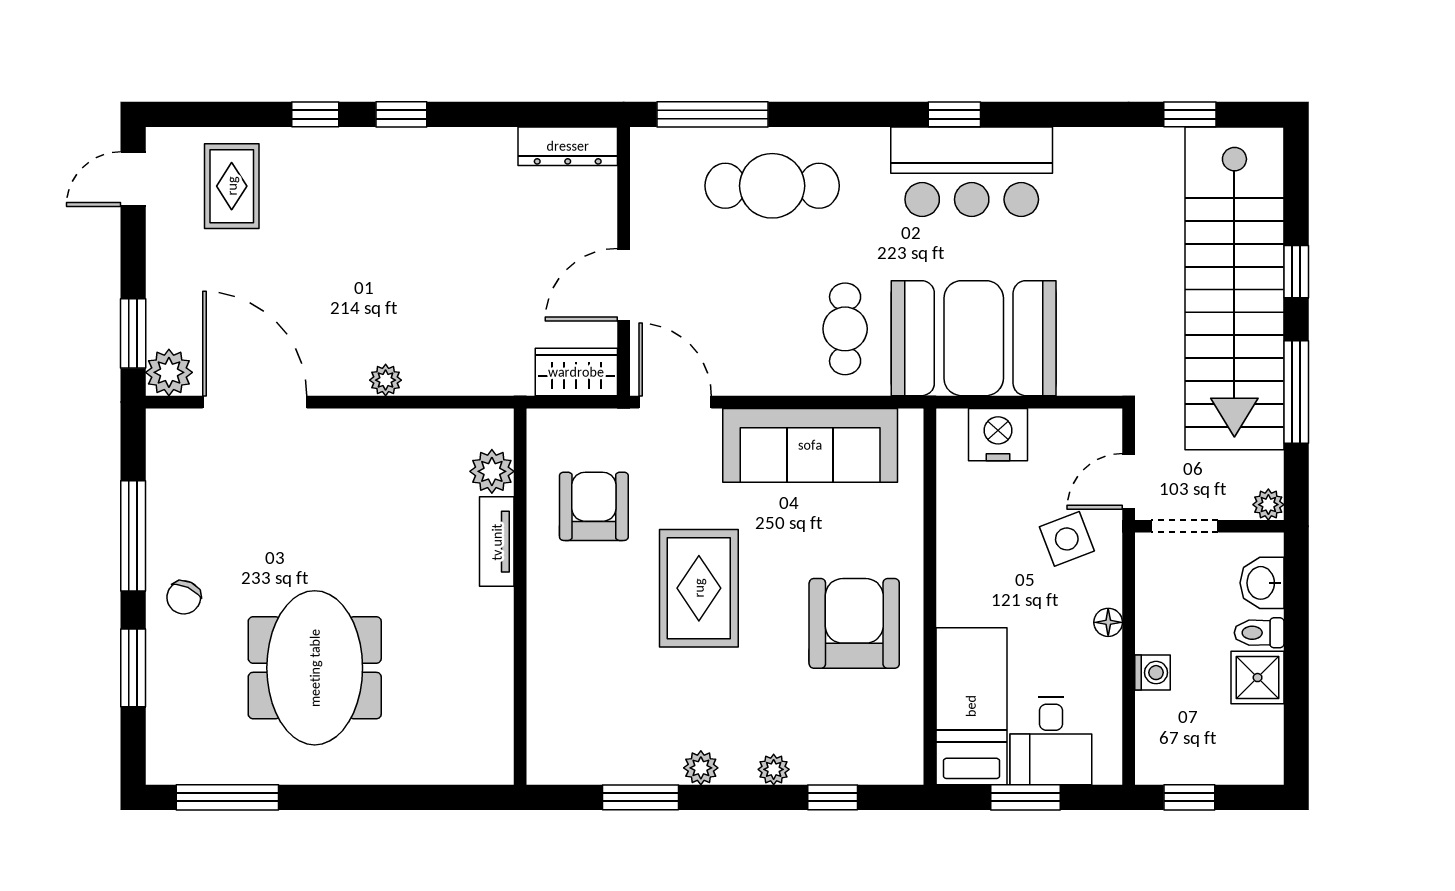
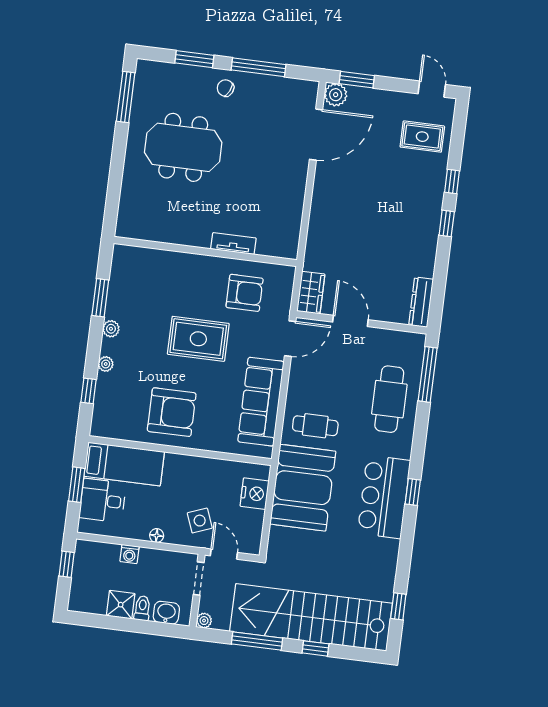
plant: (386, 380) -> (319, 199), removed
plant: (492, 471) -> (268, 245), removed

